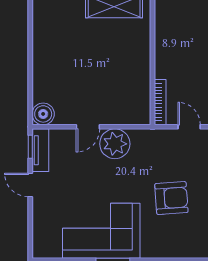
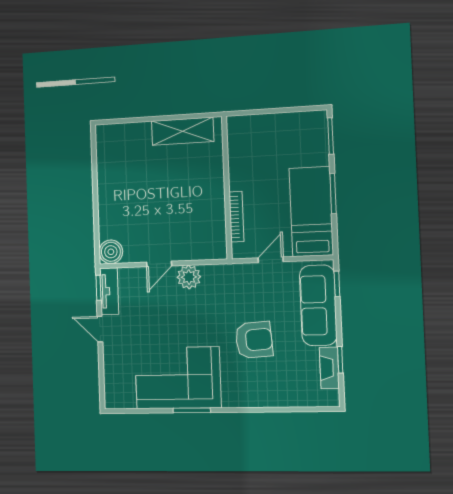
bookcase: (160, 102) -> (236, 217), moved
door: (189, 127) -> (271, 260), hinge flipped
plant: (115, 144) -> (189, 277), width x0.73, depth x0.73

